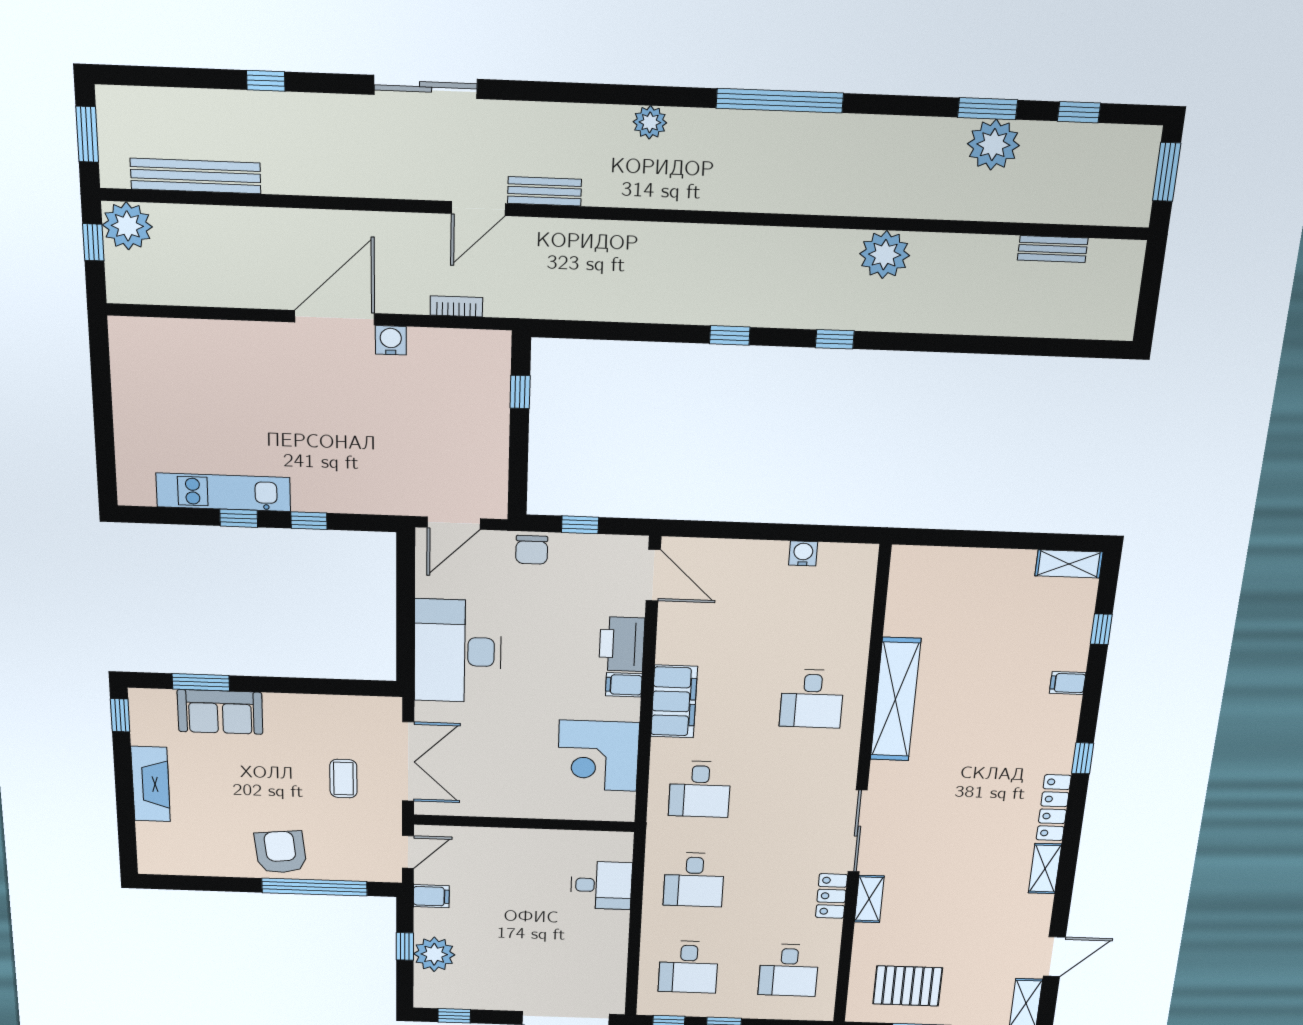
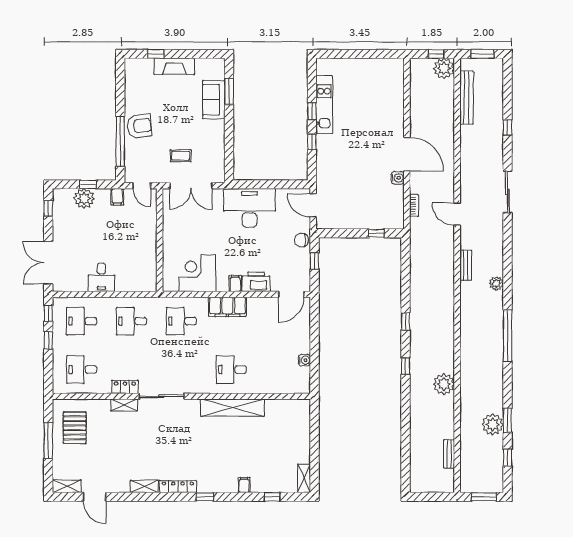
bench: (545, 191) -> (466, 265), moved
window: (120, 715) -> (156, 54), moved
desk: (601, 885) -> (101, 277), moved

